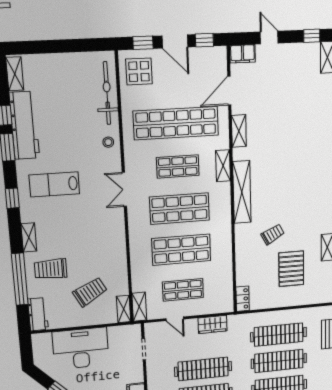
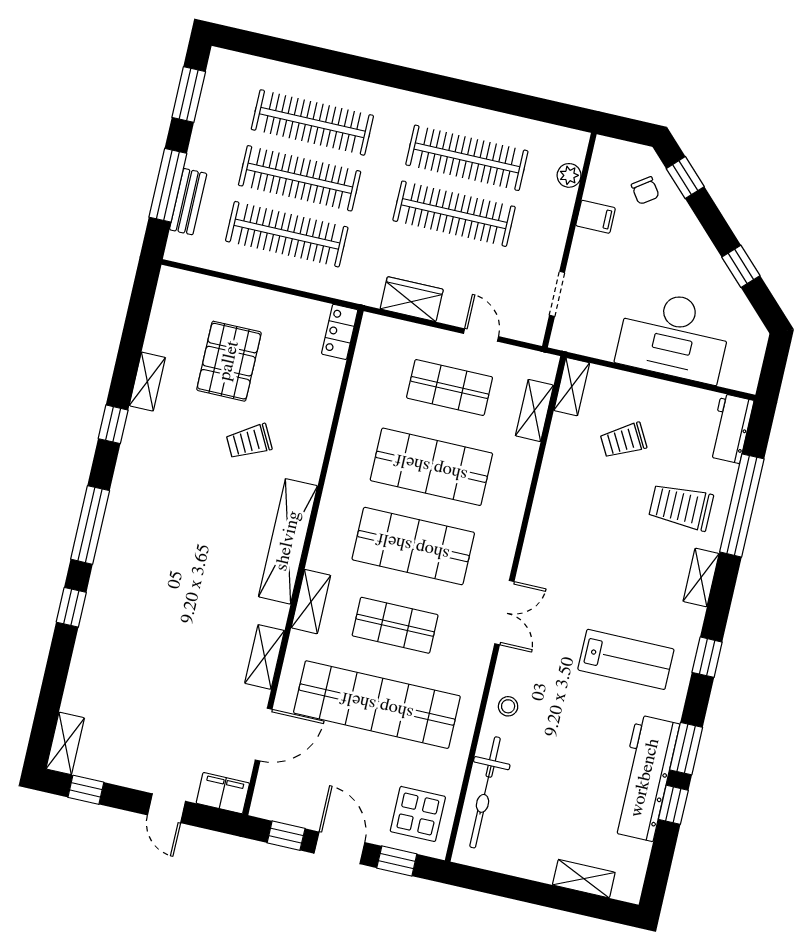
shelving: (15, 74) -> (584, 879), moved, turned 90
trolley: (51, 269) -> (681, 507), turned 180
trolley: (90, 292) -> (623, 440), width x0.73, depth x0.72
shelving: (139, 307) -> (534, 410), moved

